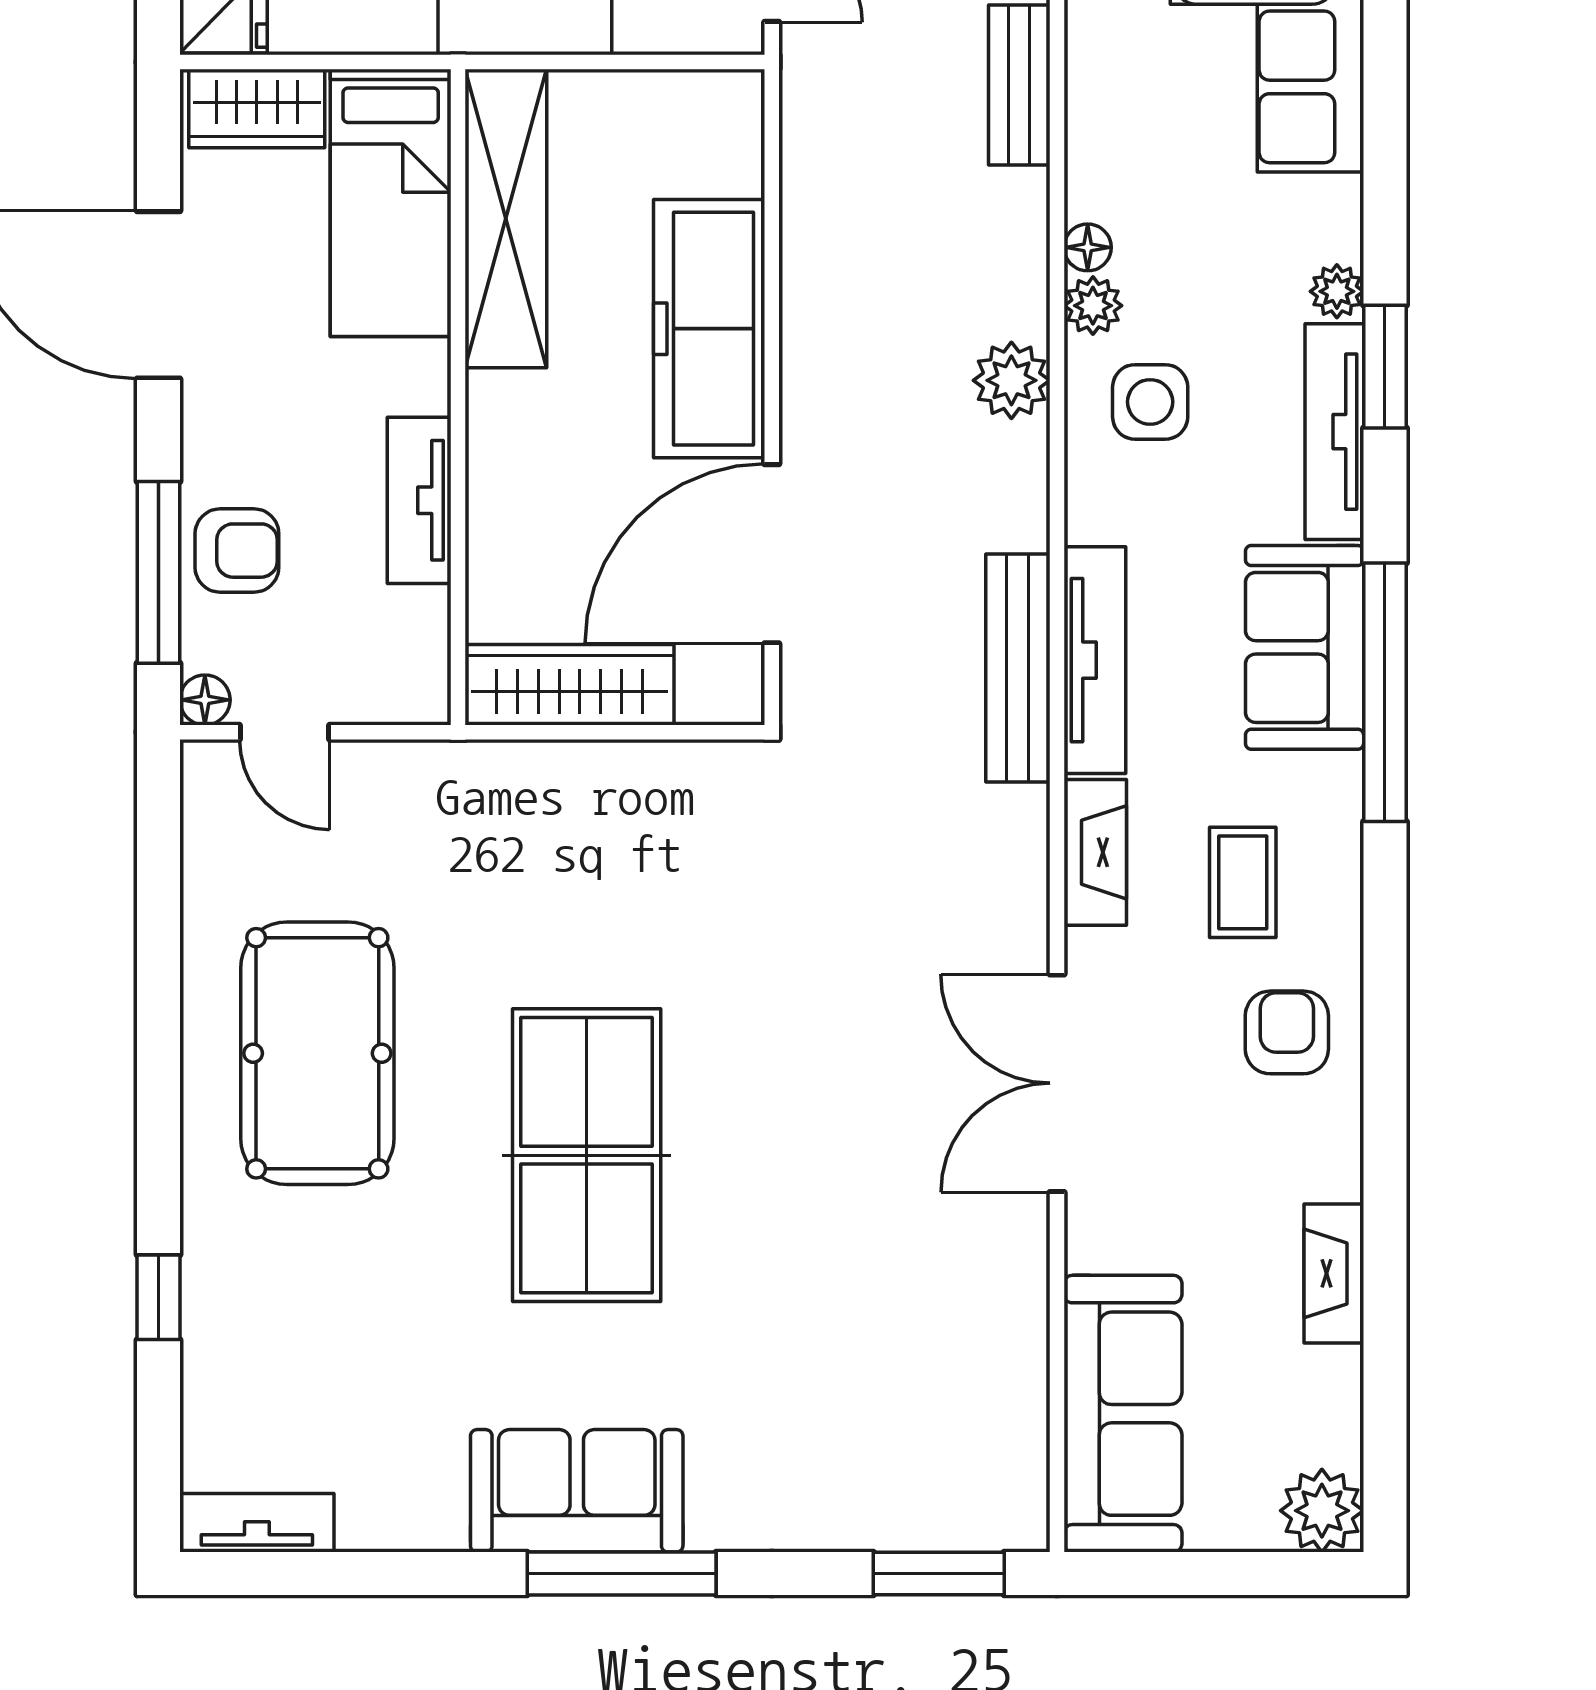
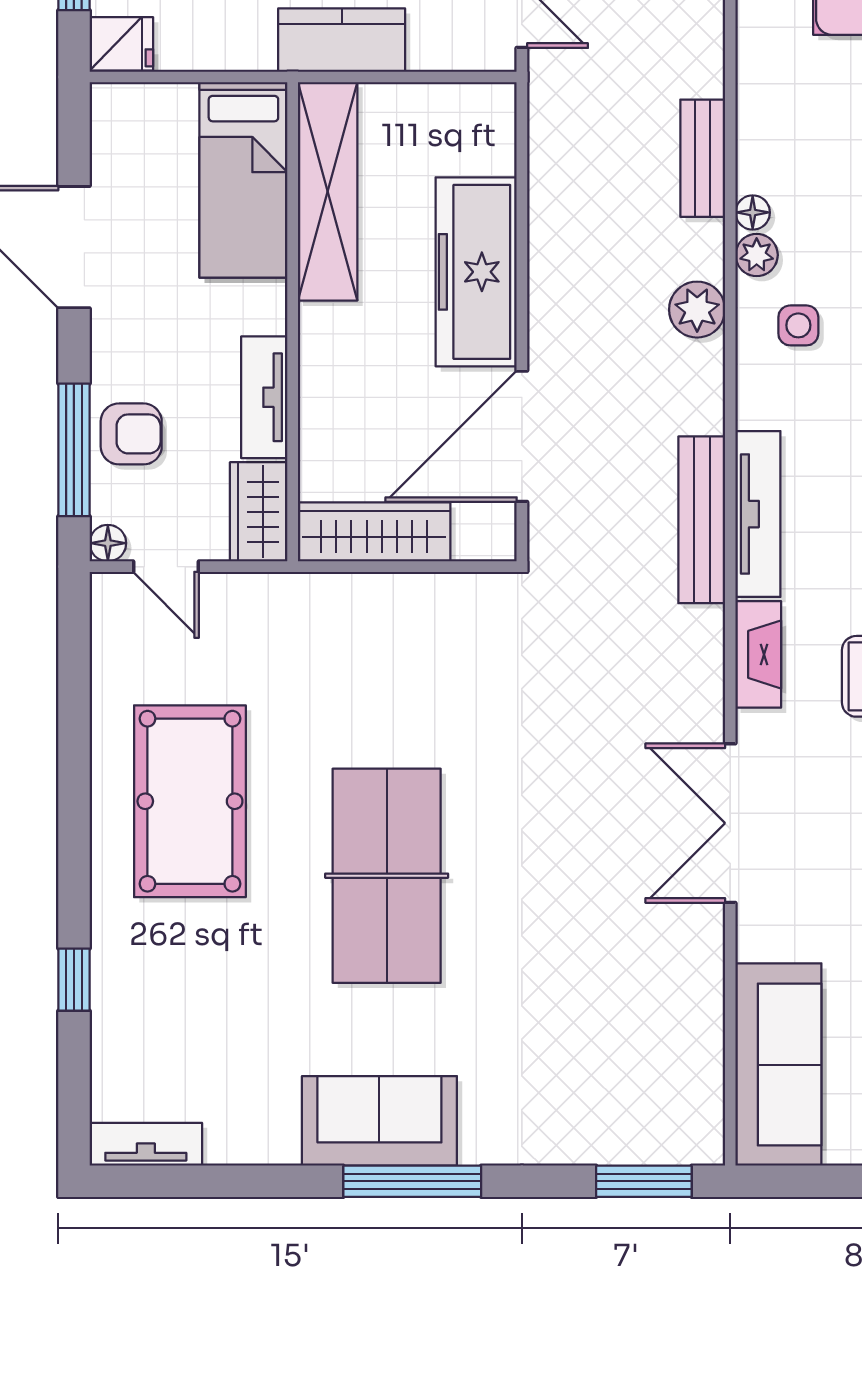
bench: (1019, 85) -> (703, 158), moved
wardrobe: (257, 108) -> (259, 512), moved, turned 90
side table: (1150, 402) -> (798, 325), width x0.73, depth x0.73

